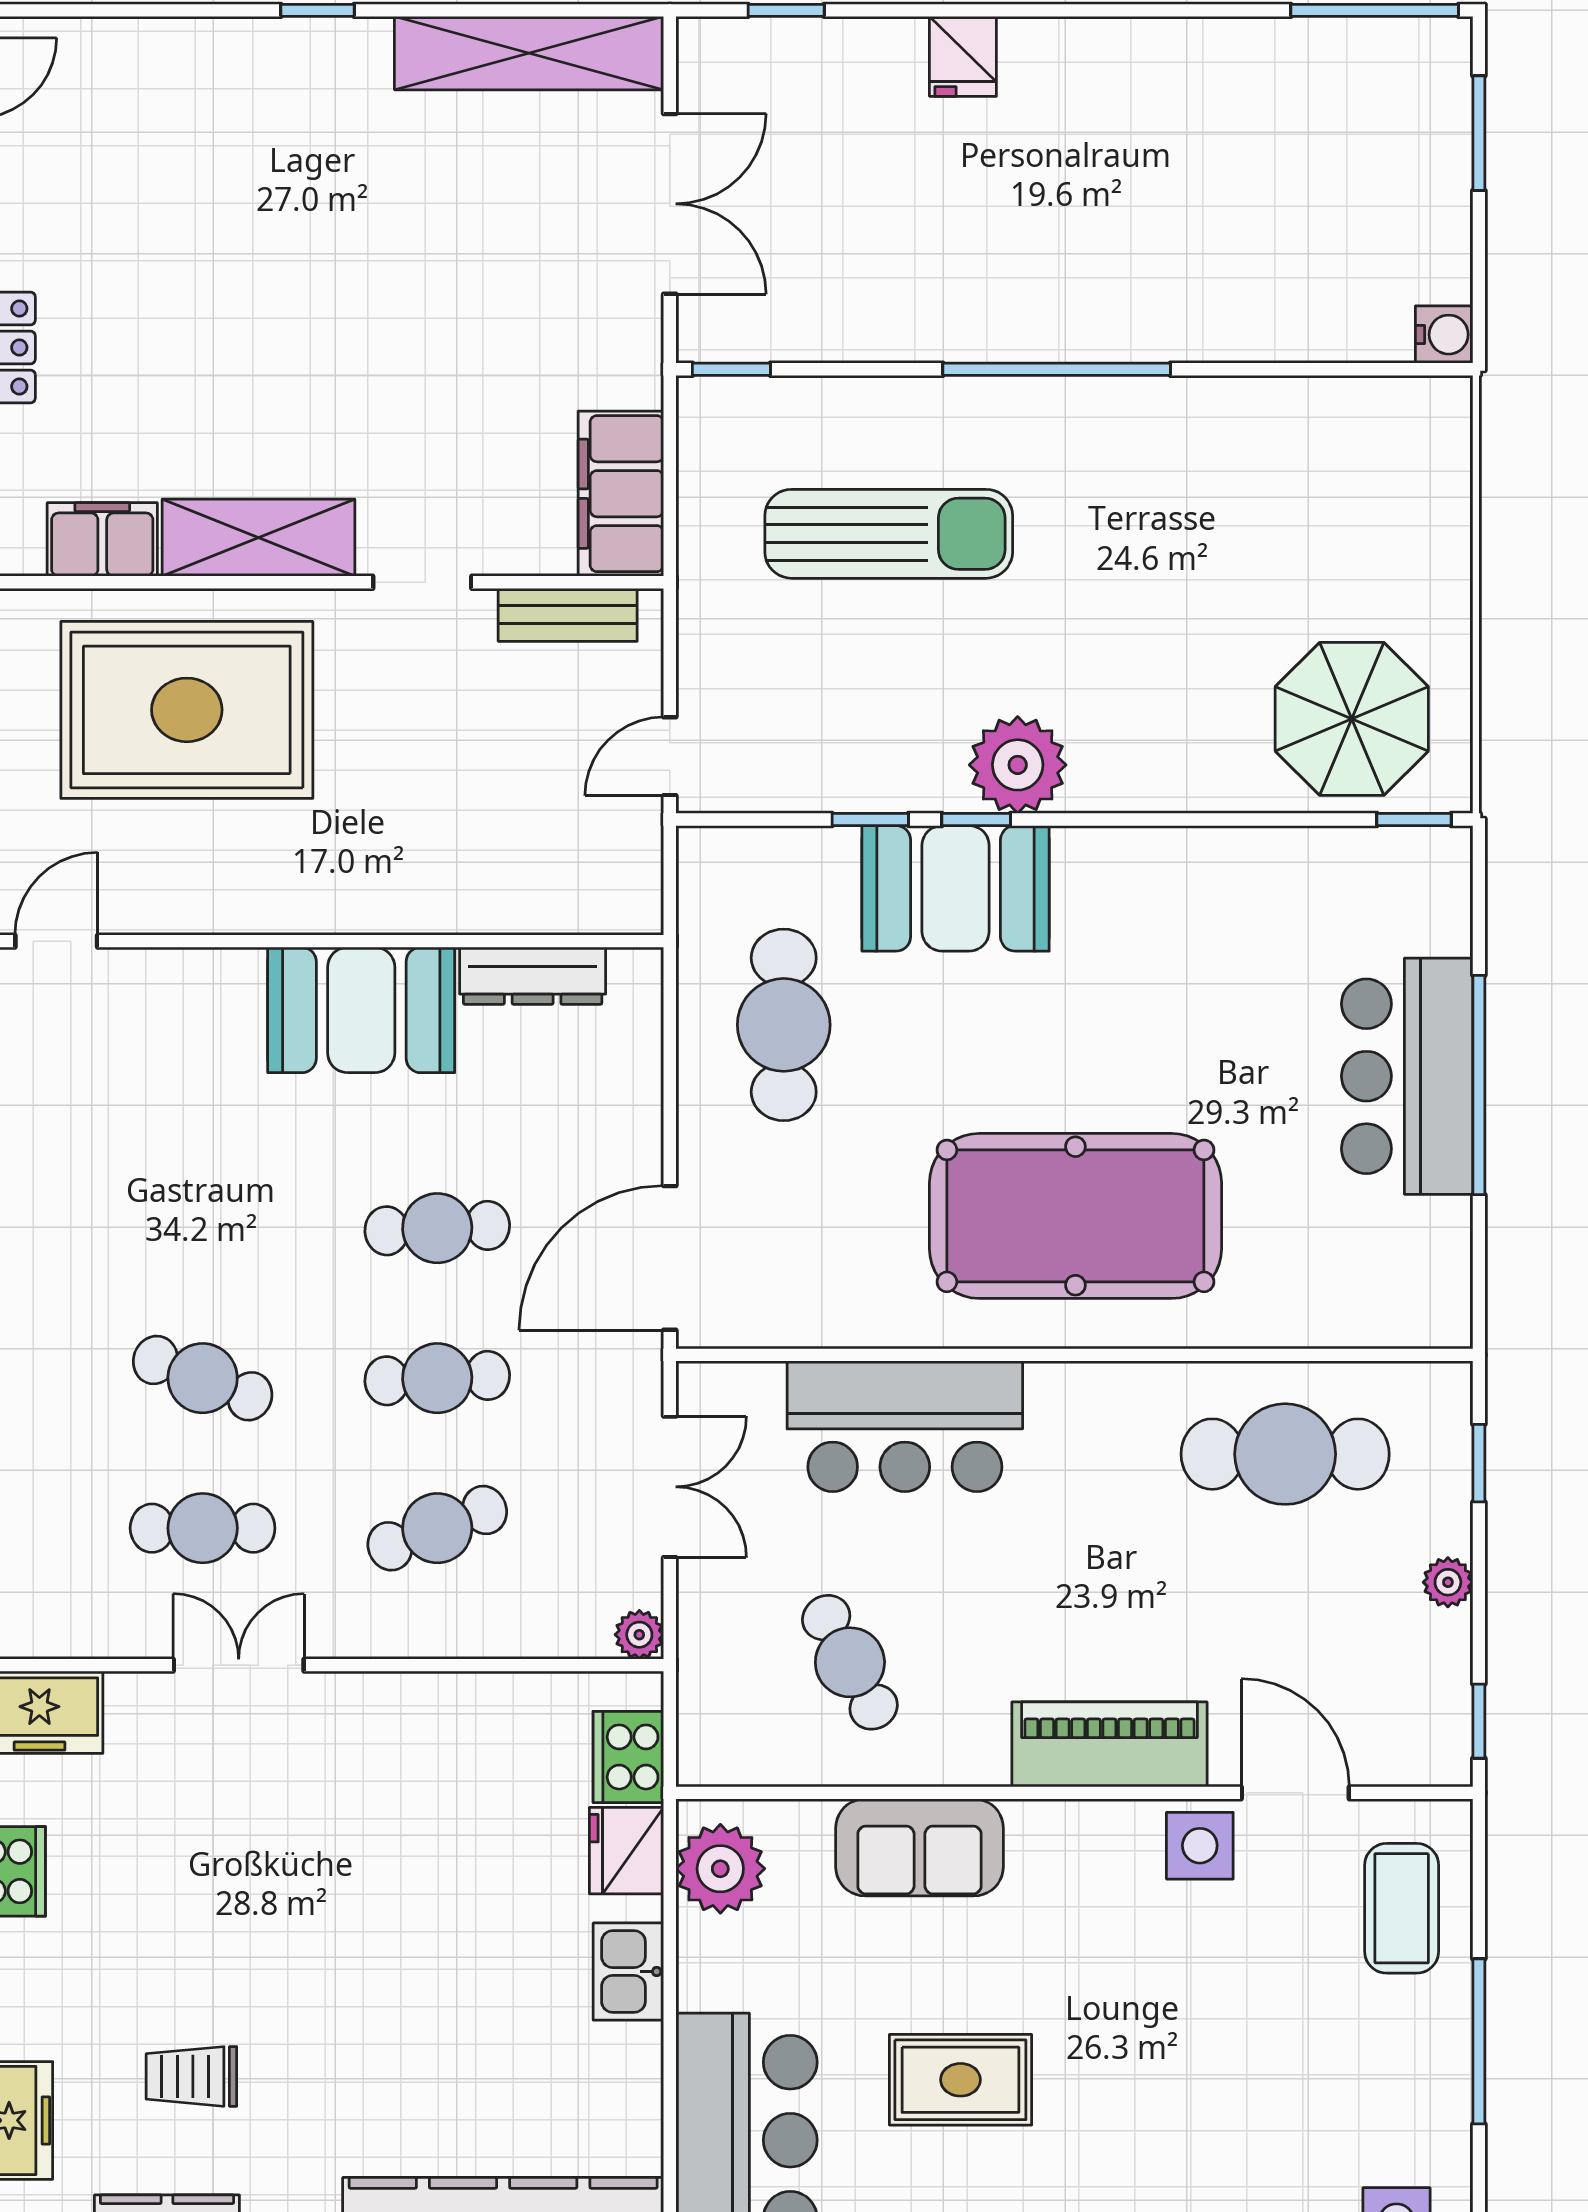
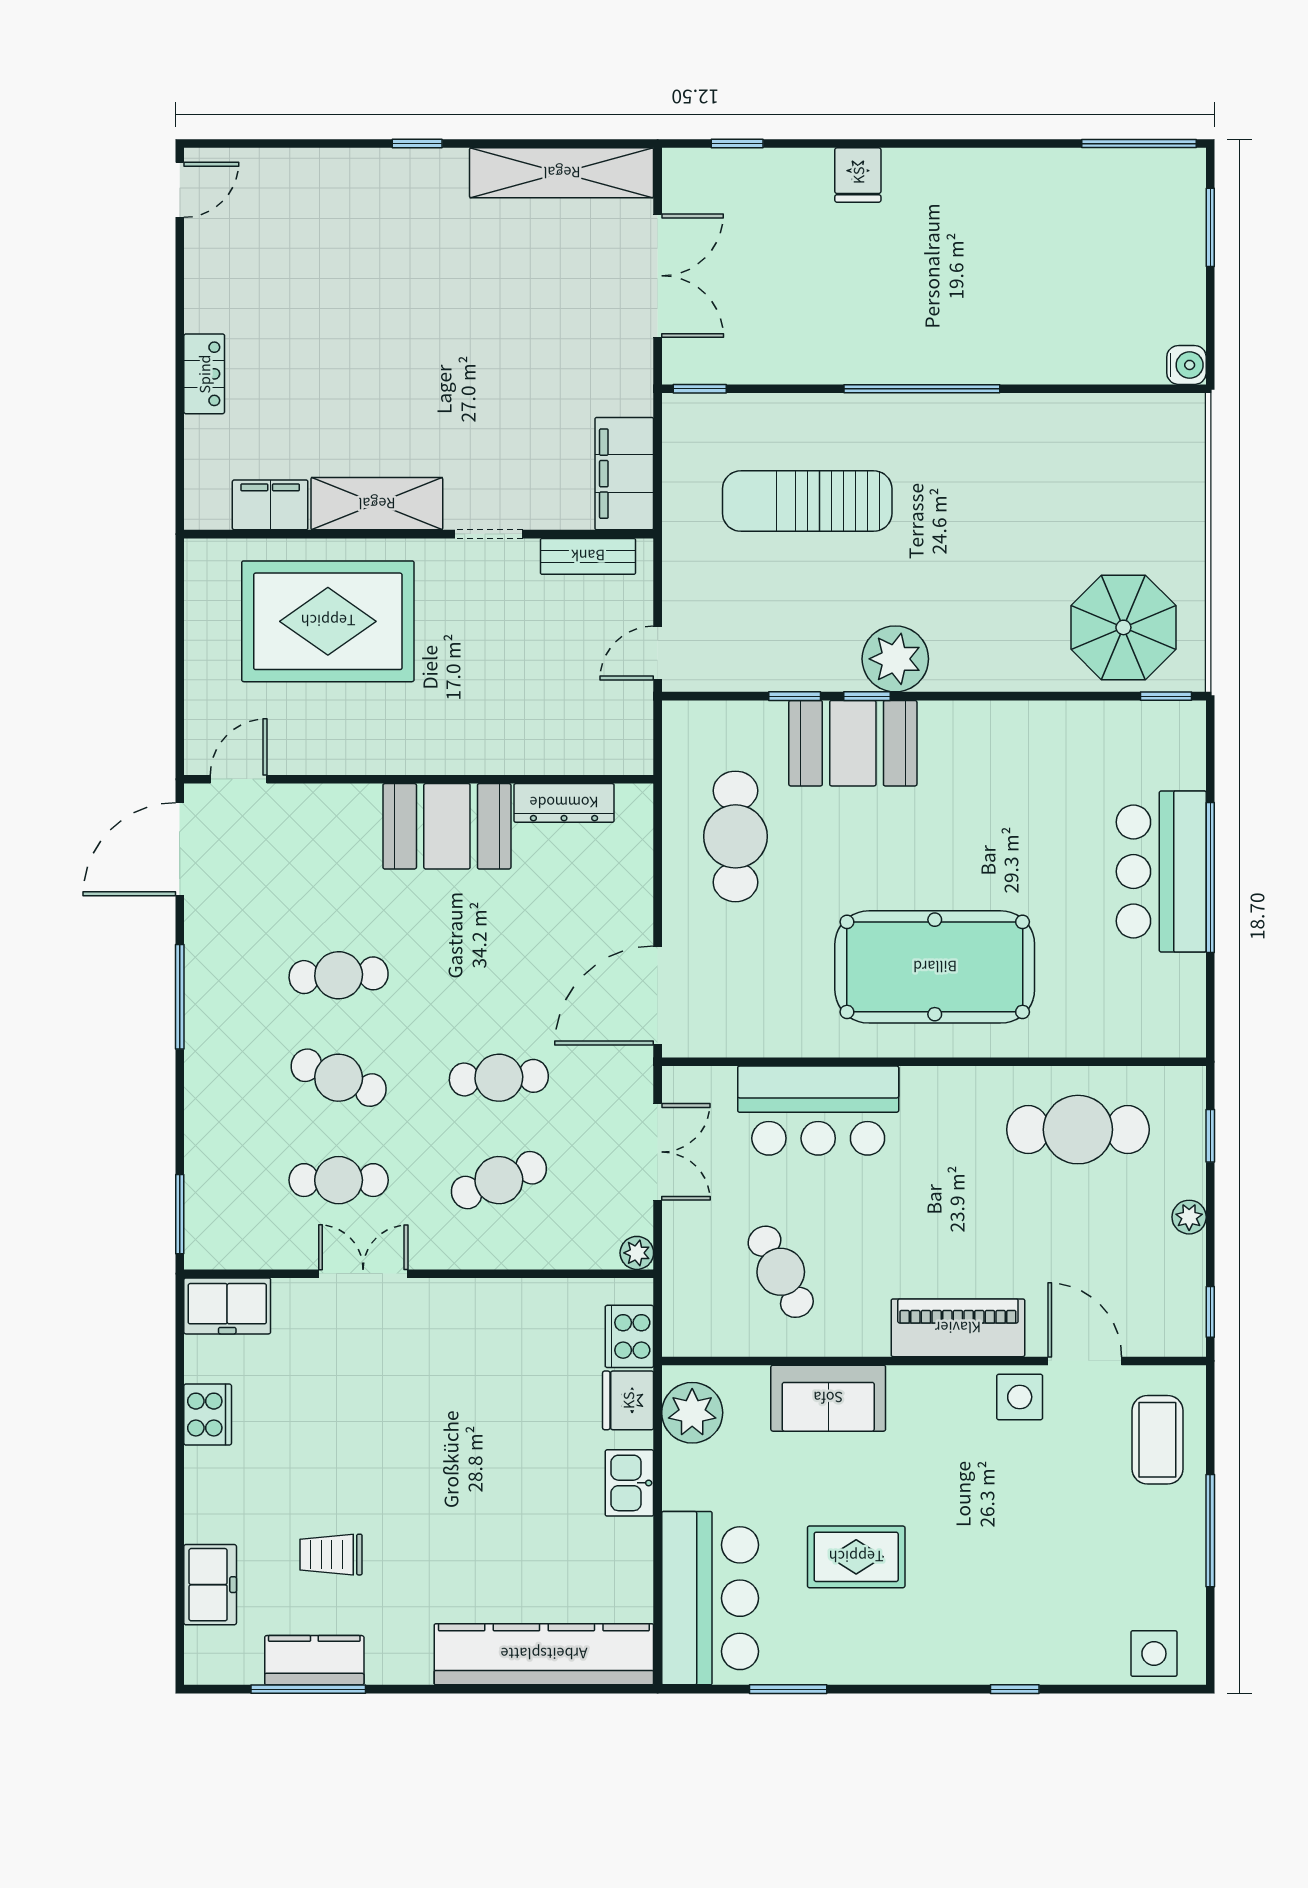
sun lounger: (889, 534) -> (807, 501), turned 180
cafe table: (437, 1228) -> (339, 975), moved

